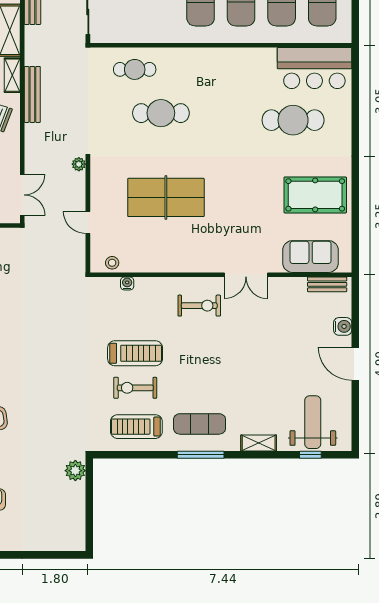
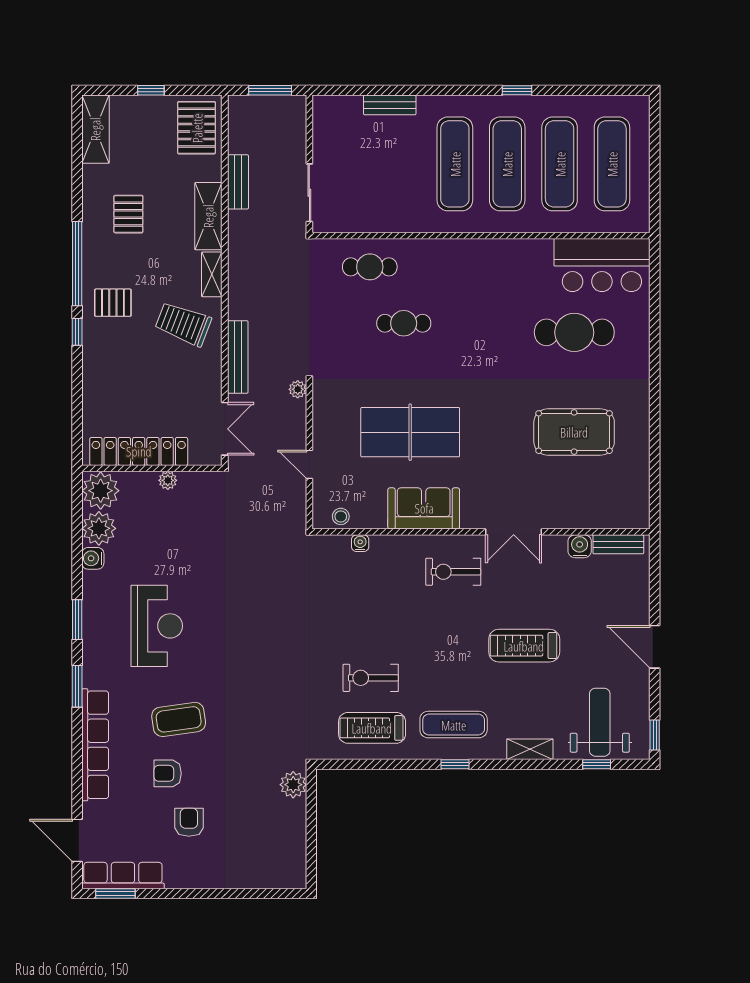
bench: (32, 94) -> (238, 357), moved
cafe table: (161, 113) -> (404, 323), width x0.73, depth x0.74
pool table: (315, 195) -> (574, 432), moved
sofa: (311, 257) -> (424, 508), moved
exercise bike: (199, 306) -> (453, 572), turned 180
water cooler: (343, 326) -> (580, 546), moved, turned -90
treadmill: (135, 353) -> (524, 646), moved, turned 180
window: (355, 432) -> (655, 735), added
window: (201, 455) -> (455, 764), width x0.46

